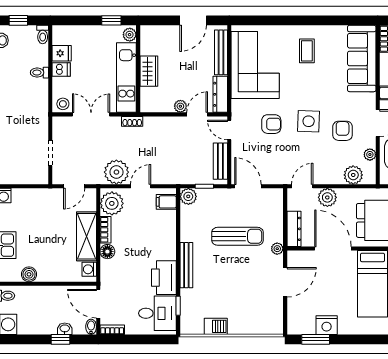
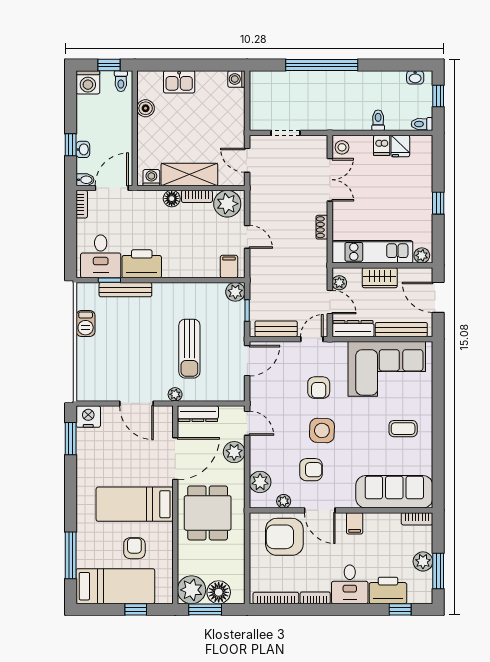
plant: (130, 35) -> (422, 255), moved
wall: (138, 69) -> (382, 265), moved
wardrobe: (149, 71) -> (380, 278), moved
kitchen unit: (126, 78) -> (372, 252), moved
plant: (116, 172) -> (263, 209), removed
bench: (186, 265) -> (125, 290), moved
nightstand: (327, 325) -> (88, 417), moved, turned 90

